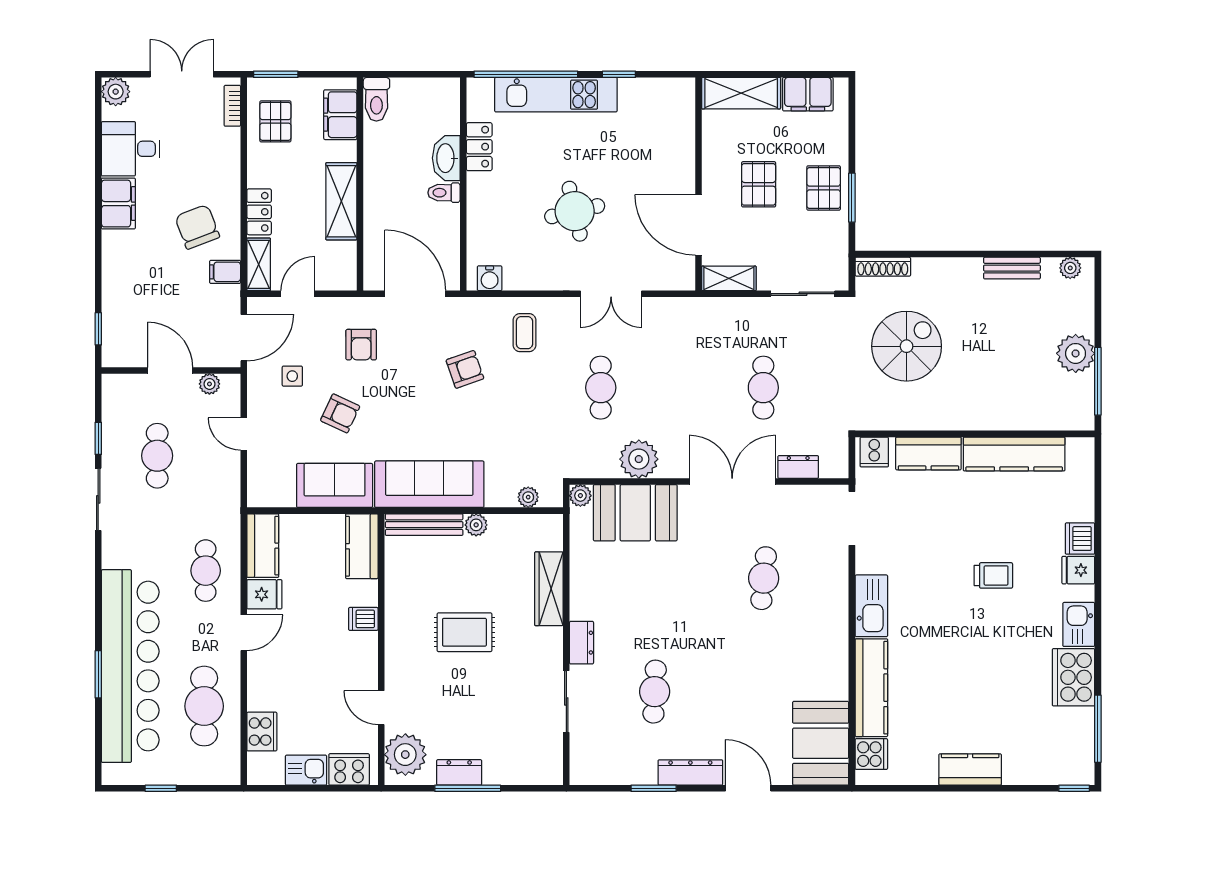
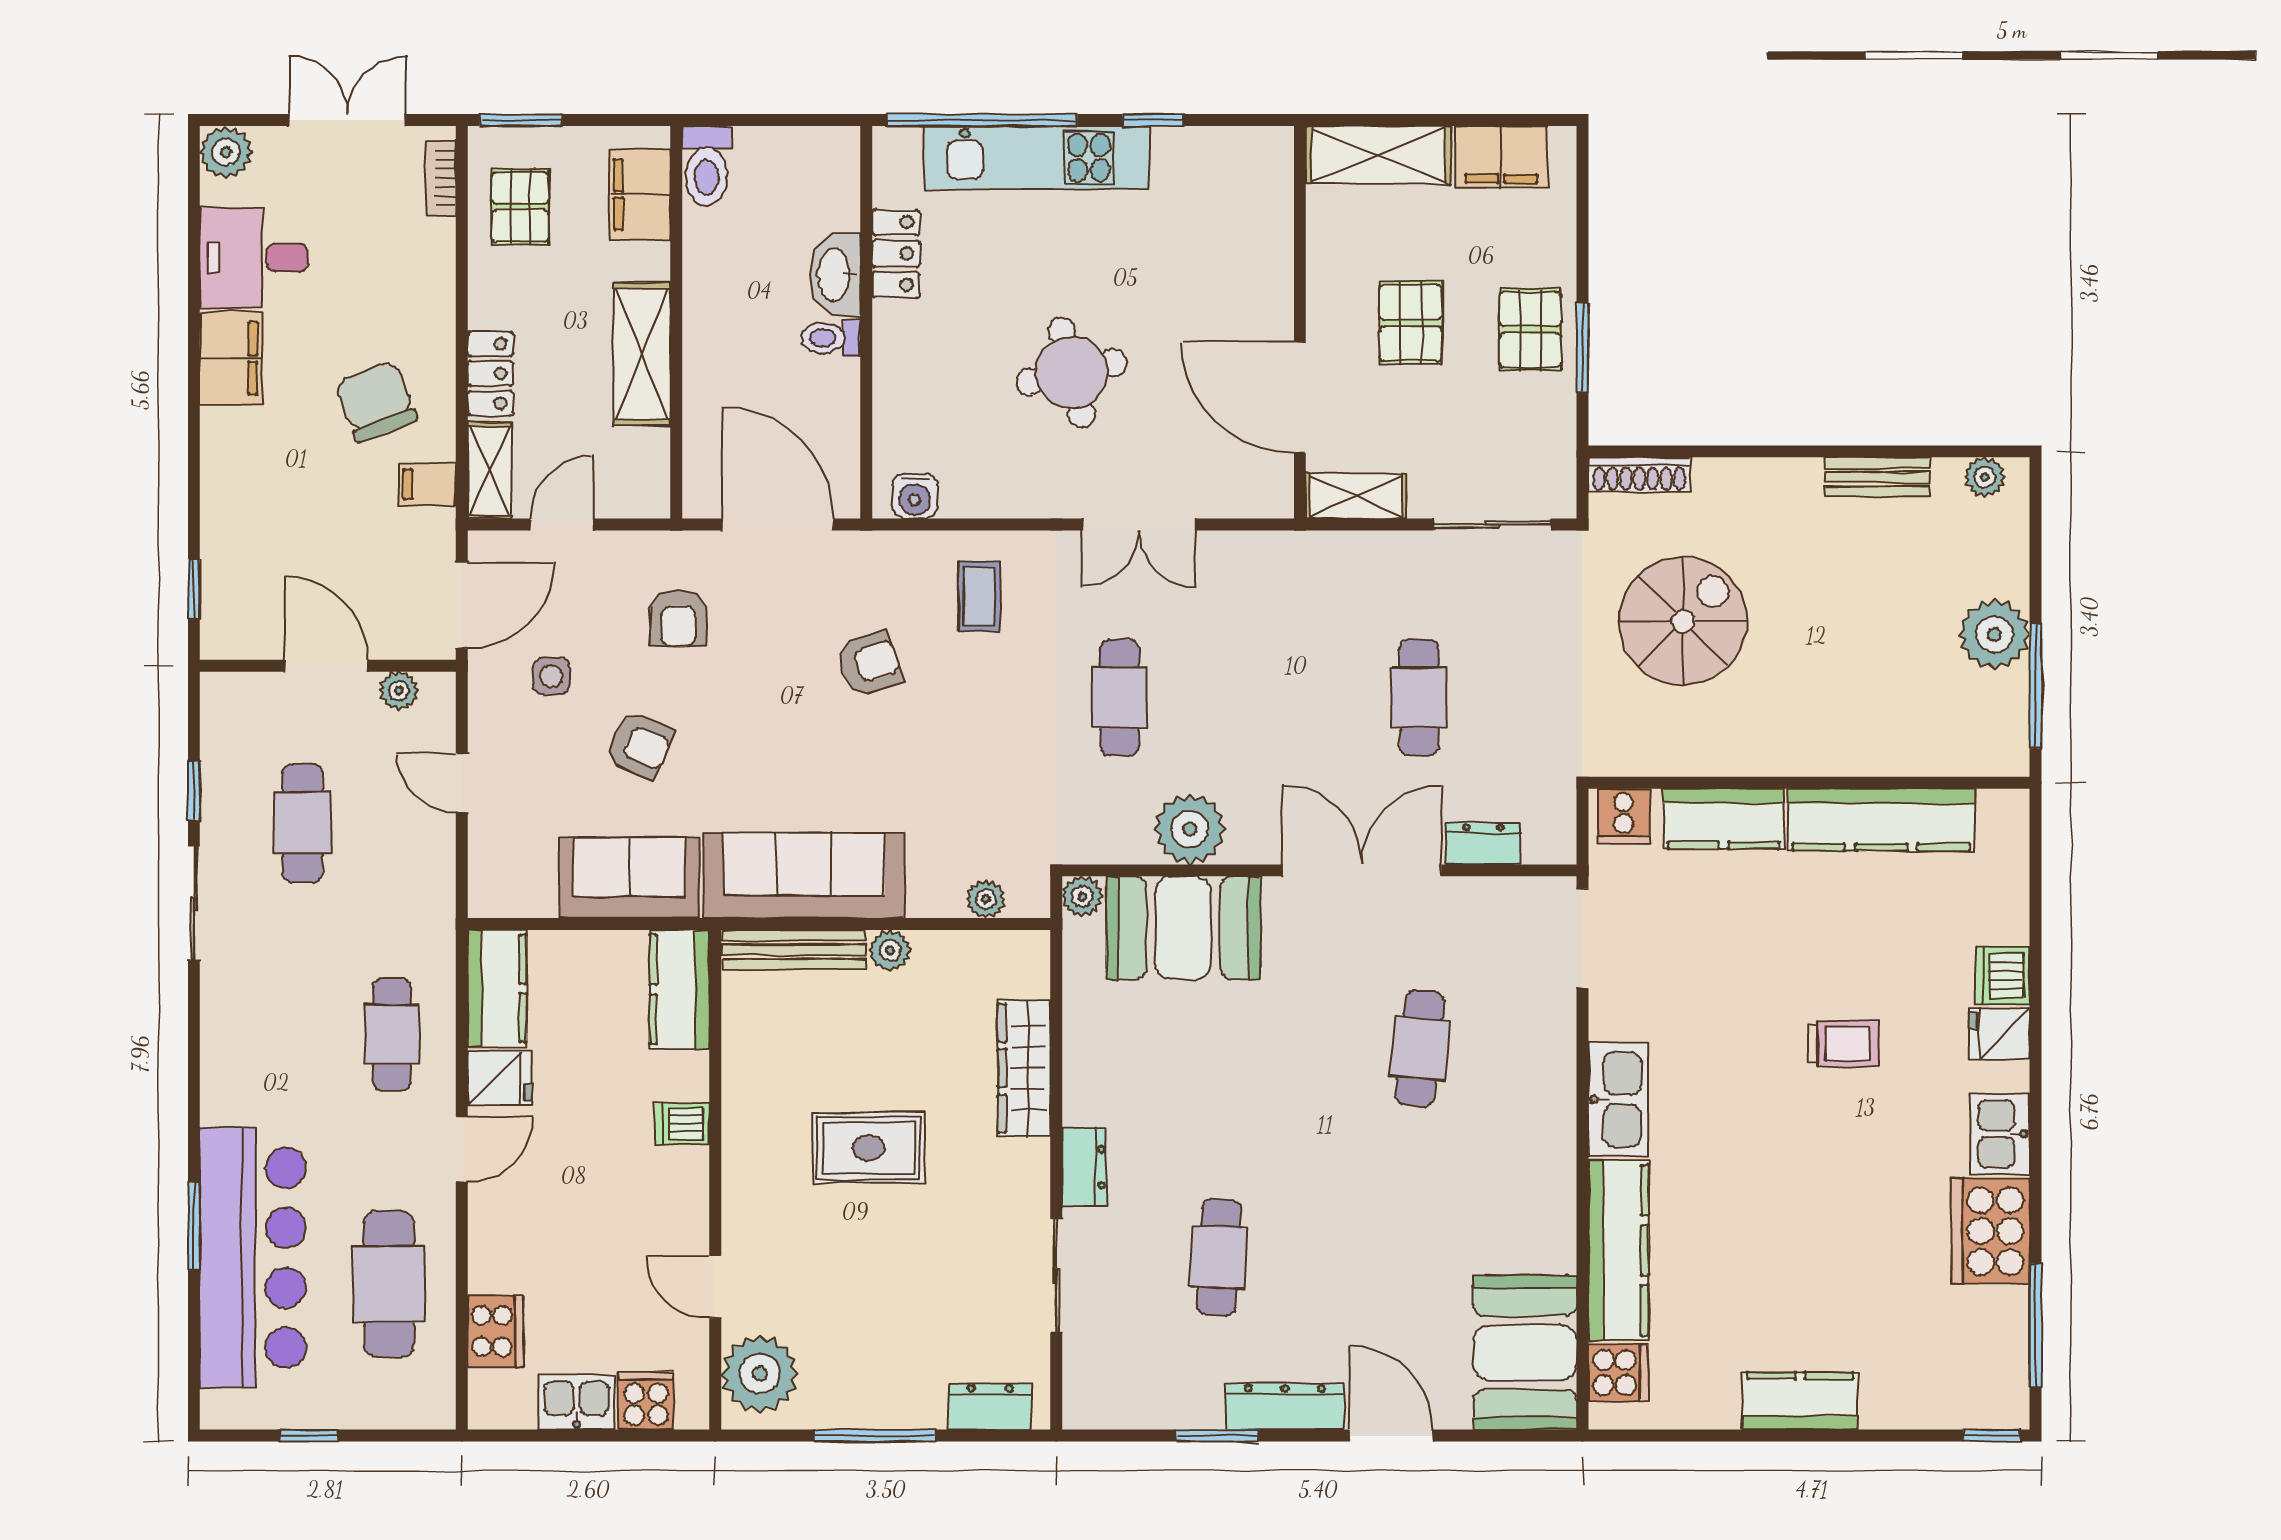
bar counter: (130, 666) -> (253, 1258), width x0.73
cooker: (349, 769) -> (646, 1401), width x0.73
dresser: (459, 772) -> (990, 1406), moved

